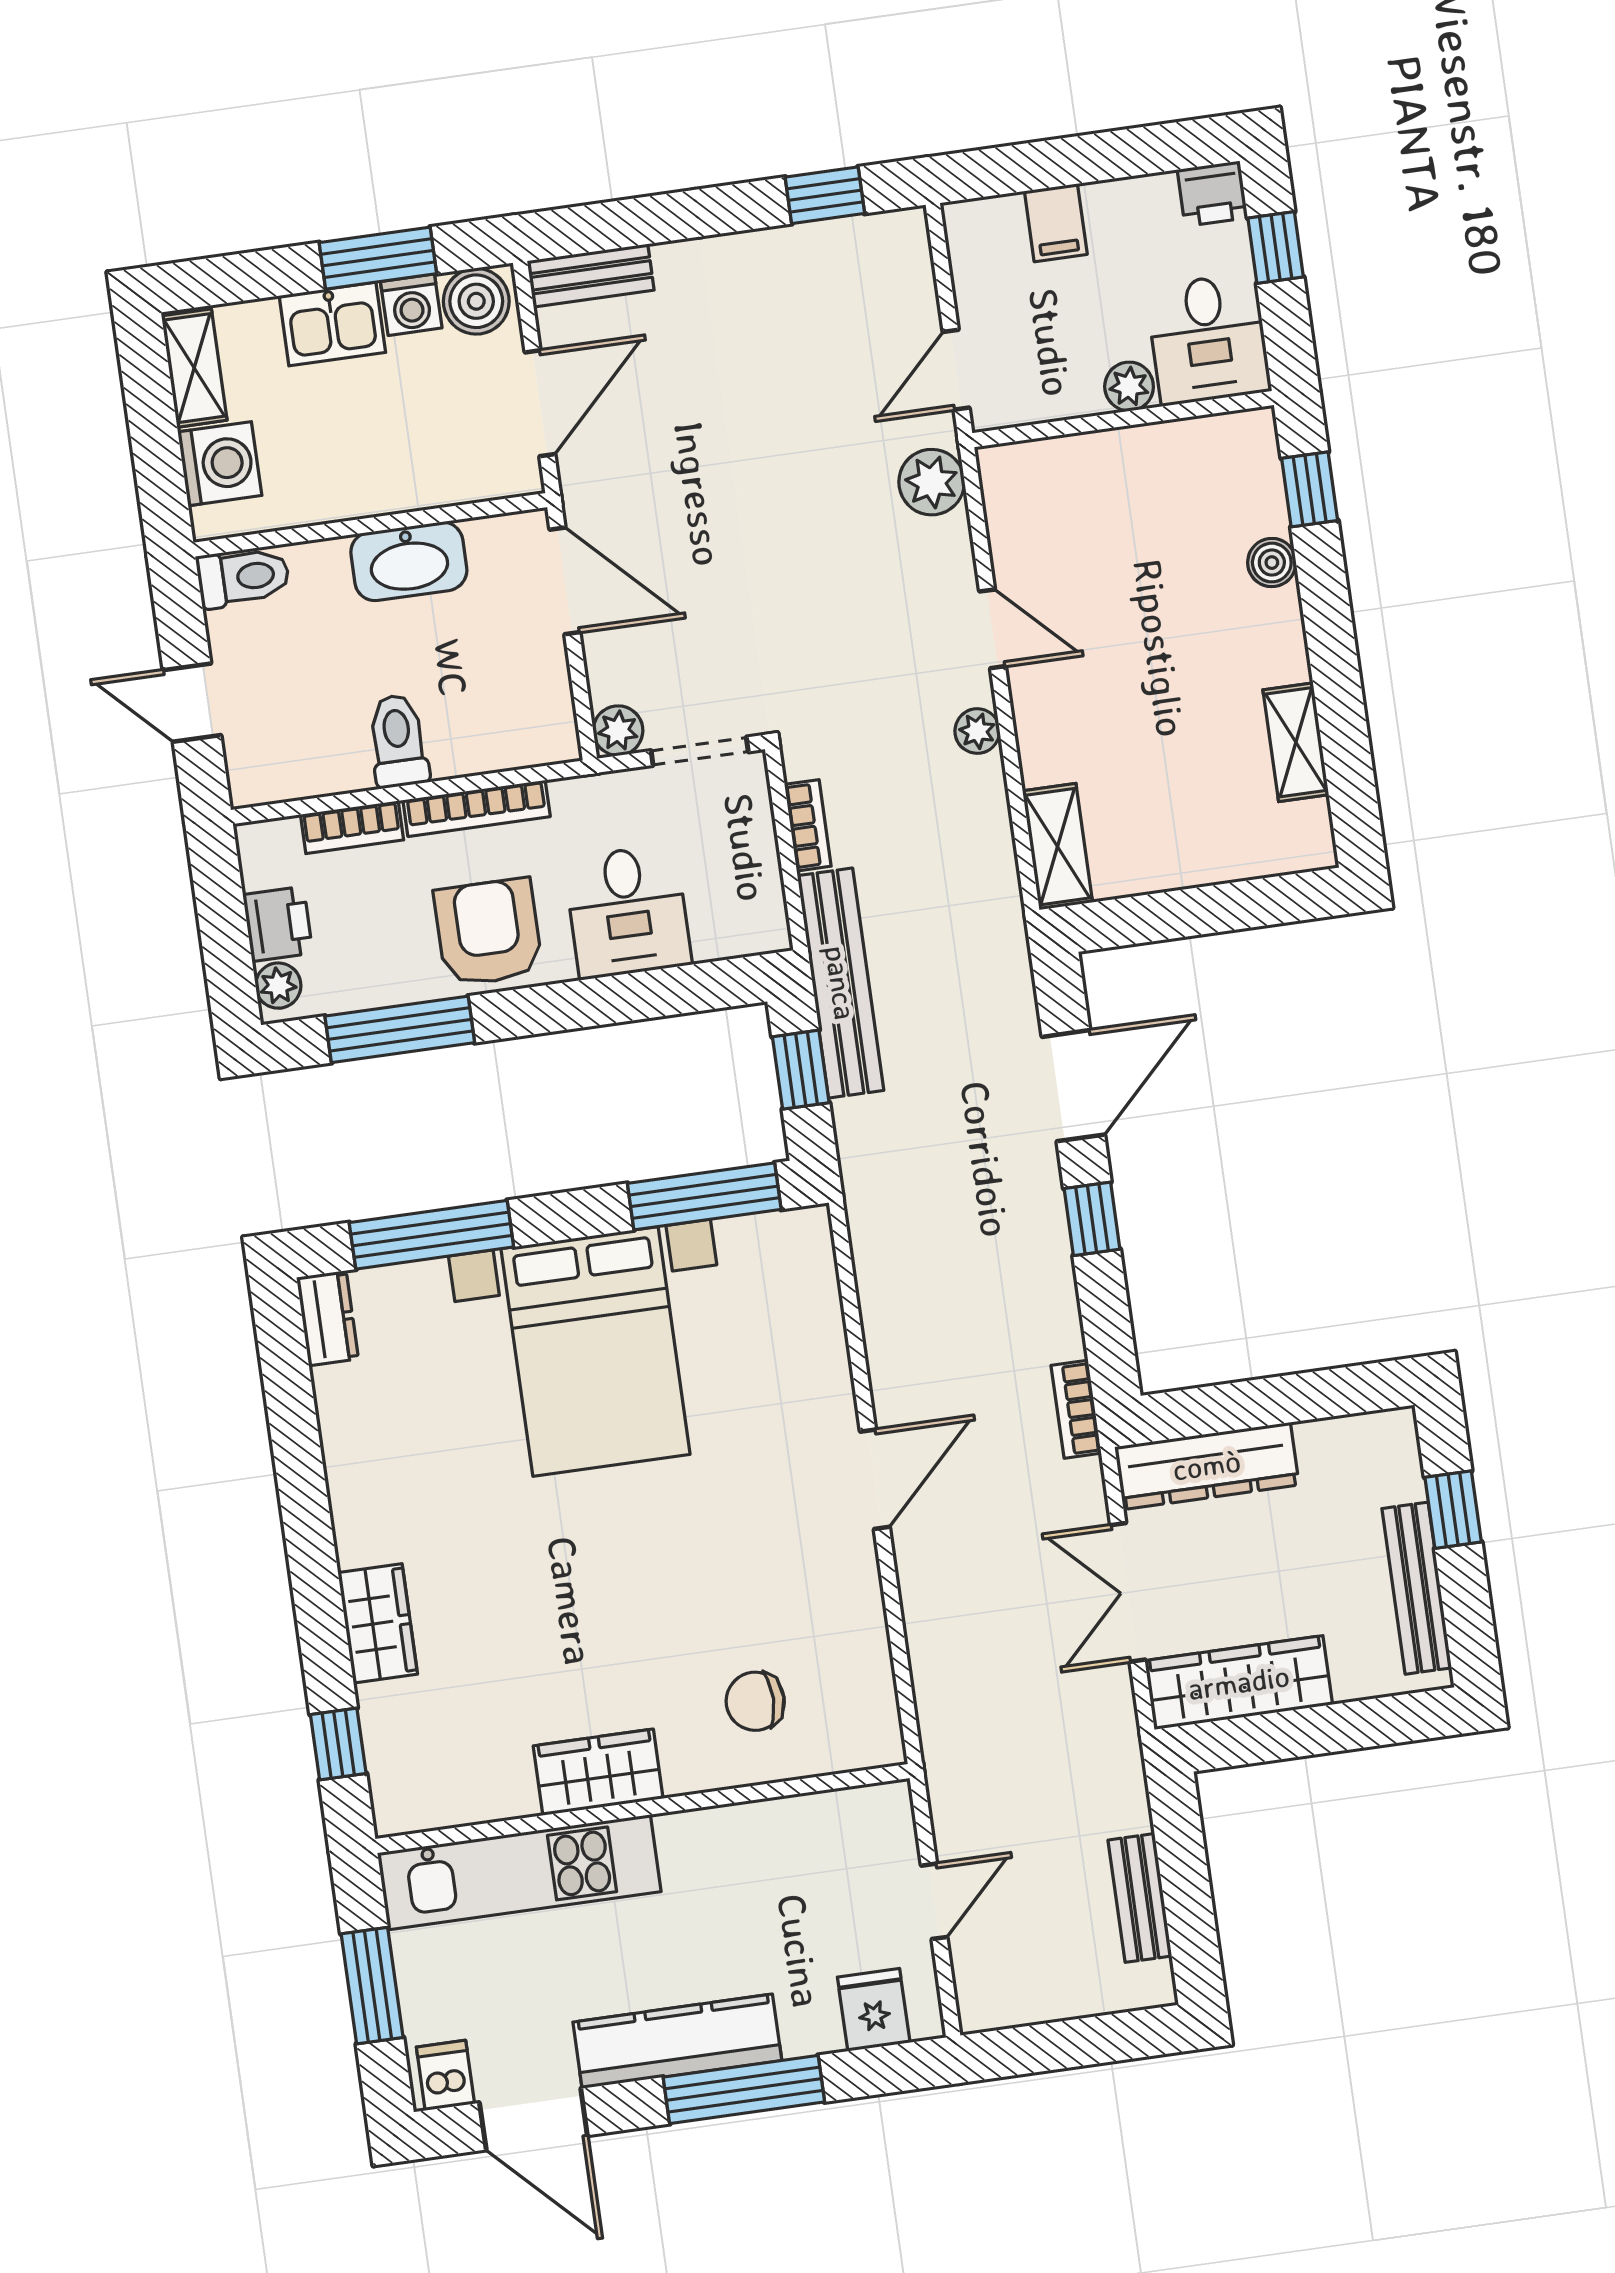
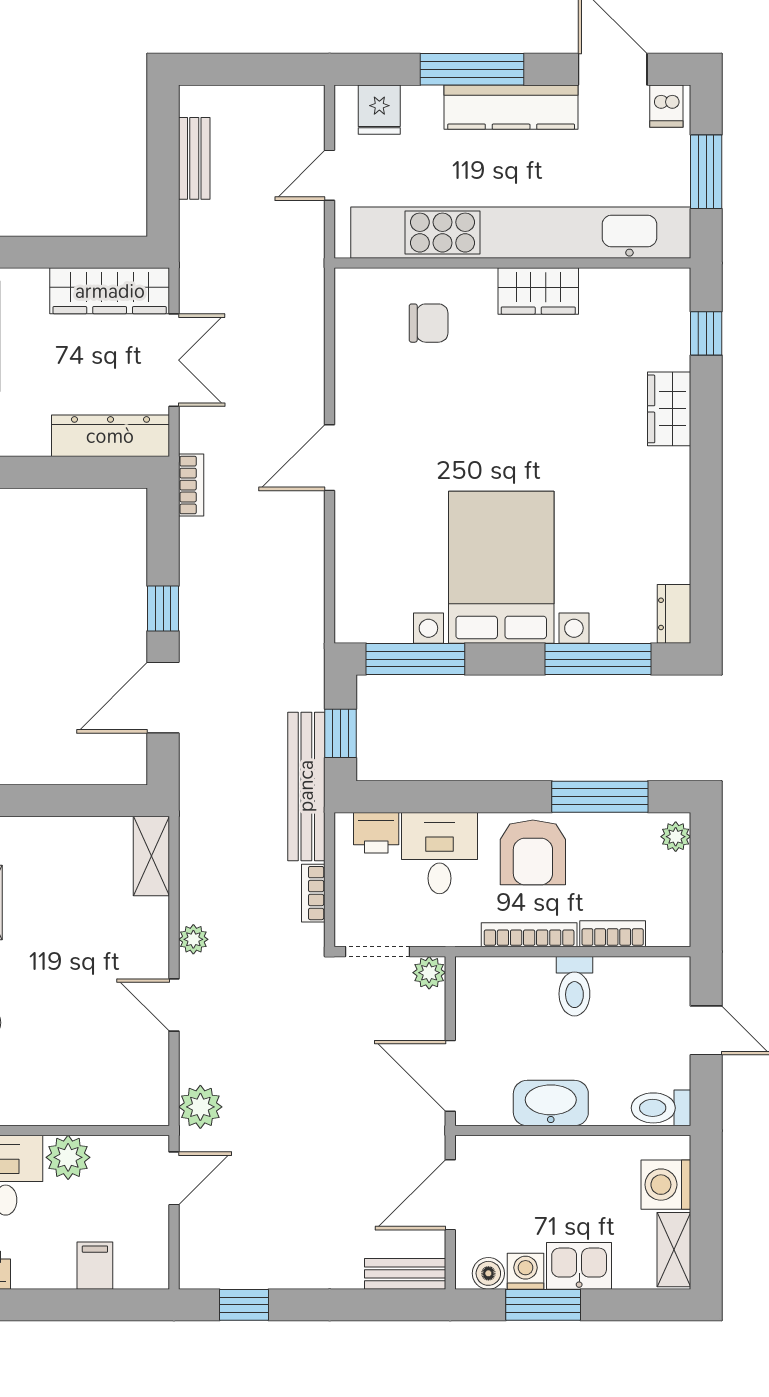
boiler: (476, 301) -> (488, 1273), width x0.73, depth x0.73
plant: (1129, 386) -> (68, 1157), width x1.38, depth x1.38
printer: (278, 924) -> (376, 833), moved, turned -90
kitchen unit: (519, 1872) -> (521, 233), width x1.86

